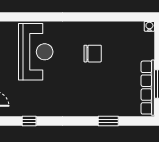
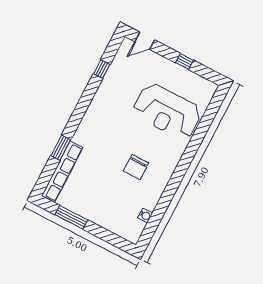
water cooler: (149, 26) -> (145, 215), moved
row of seats: (148, 88) -> (62, 172), moved, turned 90

